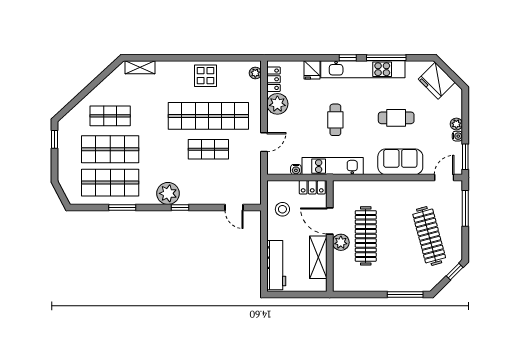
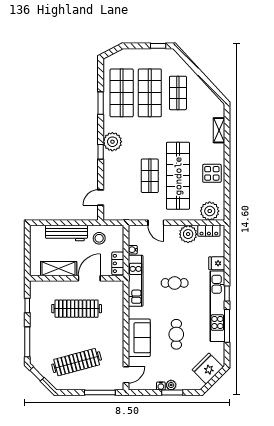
shelving: (140, 67) -> (219, 130), moved
plant: (255, 73) -> (210, 211), width x1.88, depth x1.88
window: (465, 157) -> (172, 393), moved
door: (444, 178) -> (126, 375), hinge flipped
plant: (341, 242) -> (71, 288), removed
workbench: (276, 265) -> (66, 233), moved
window: (455, 272) -> (37, 374), moved
window: (362, 294) -> (27, 305), added

